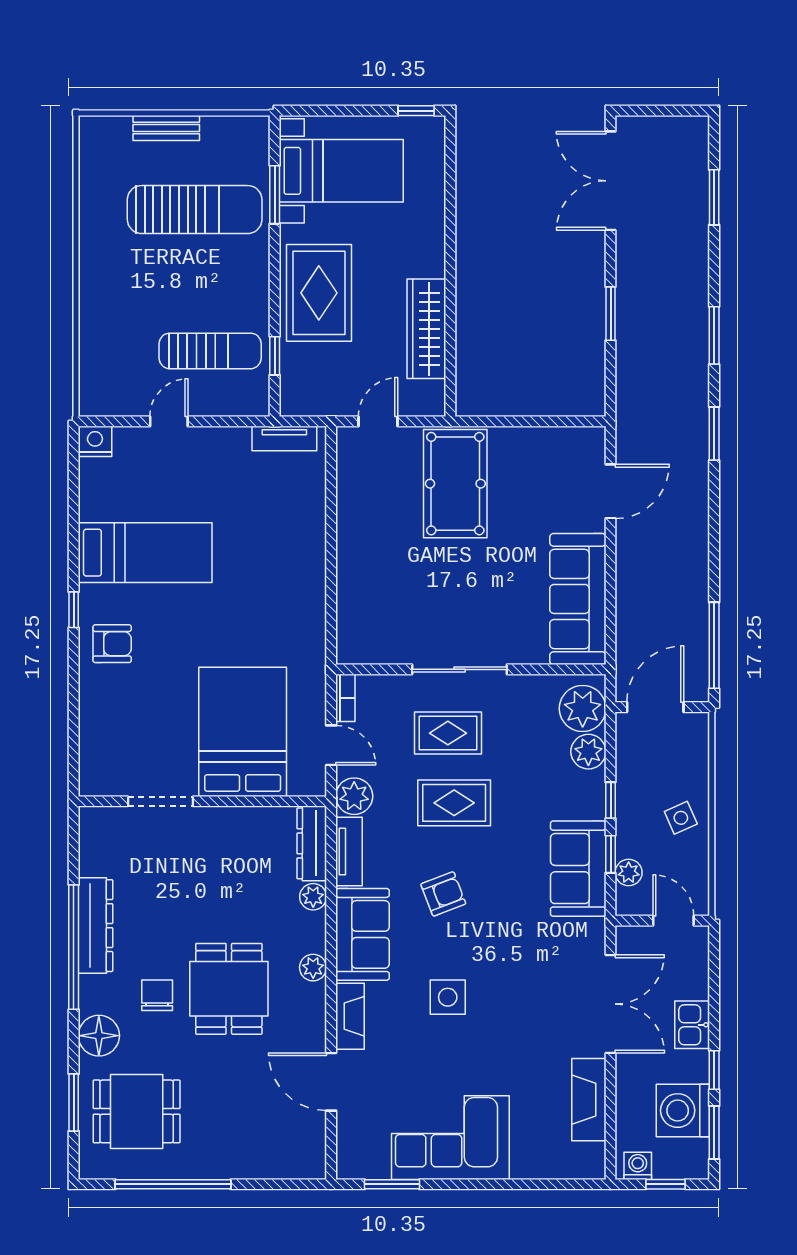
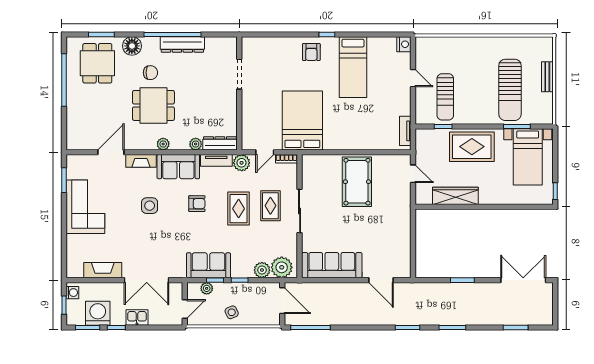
pool table: (455, 484) -> (357, 182), moved, turned 90
bed: (243, 732) -> (302, 120), moved, turned -90
armchair: (443, 894) -> (197, 204), turned -69

